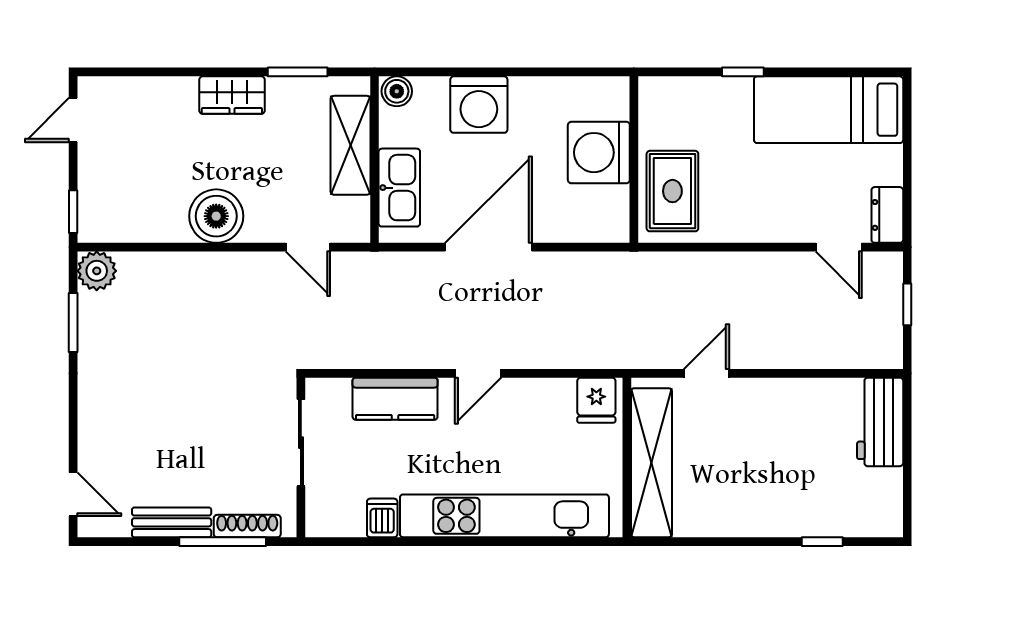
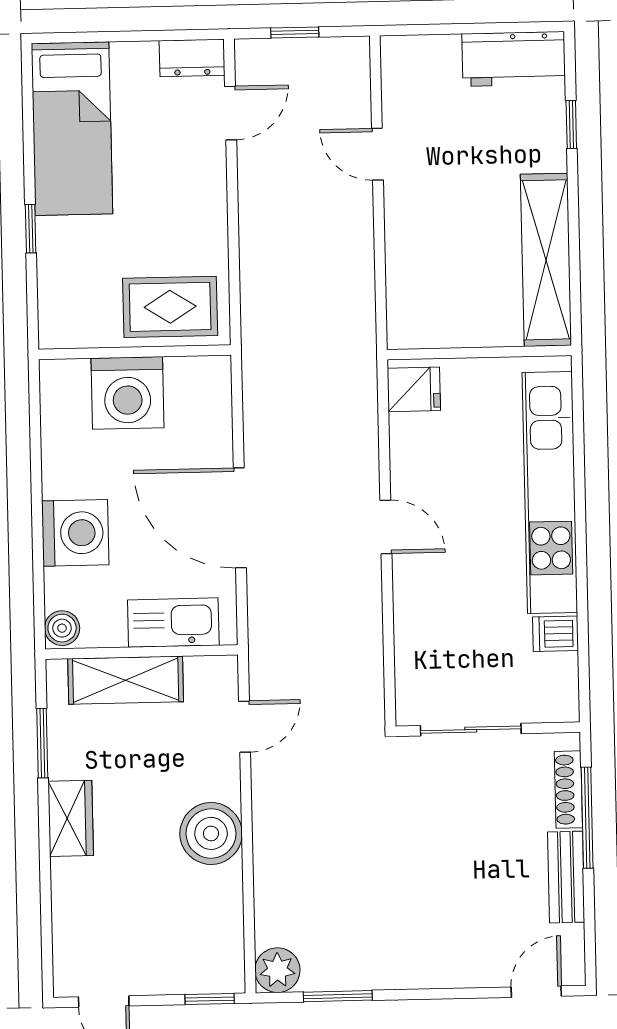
door: (707, 373) -> (377, 154), moved
kitchen counter: (395, 399) -> (417, 622), removed
workbench: (880, 422) -> (514, 59), moved
shelving: (651, 463) -> (546, 260), moved, turned 90

